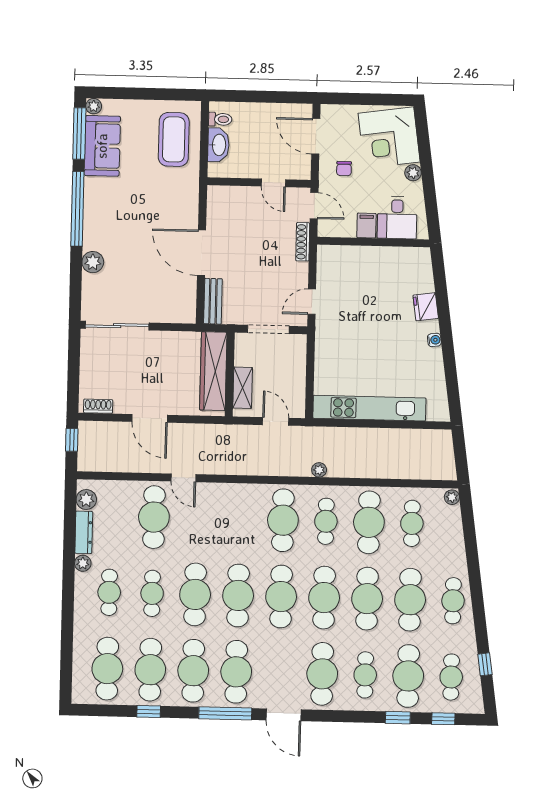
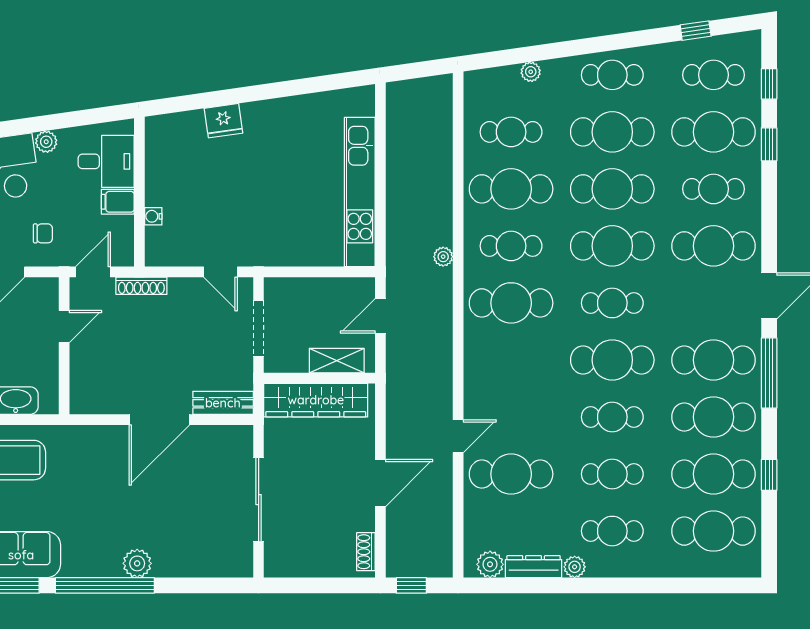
plant: (93, 262) -> (137, 563), moved
sliding door: (117, 326) -> (259, 500), moved
water cooler: (434, 340) -> (153, 216), moved, turned -82
plant: (452, 497) -> (531, 72), moved
cafe table: (195, 594) -> (612, 417), width x0.73, depth x0.74
cafe table: (281, 597) -> (612, 303), width x0.73, depth x0.74

